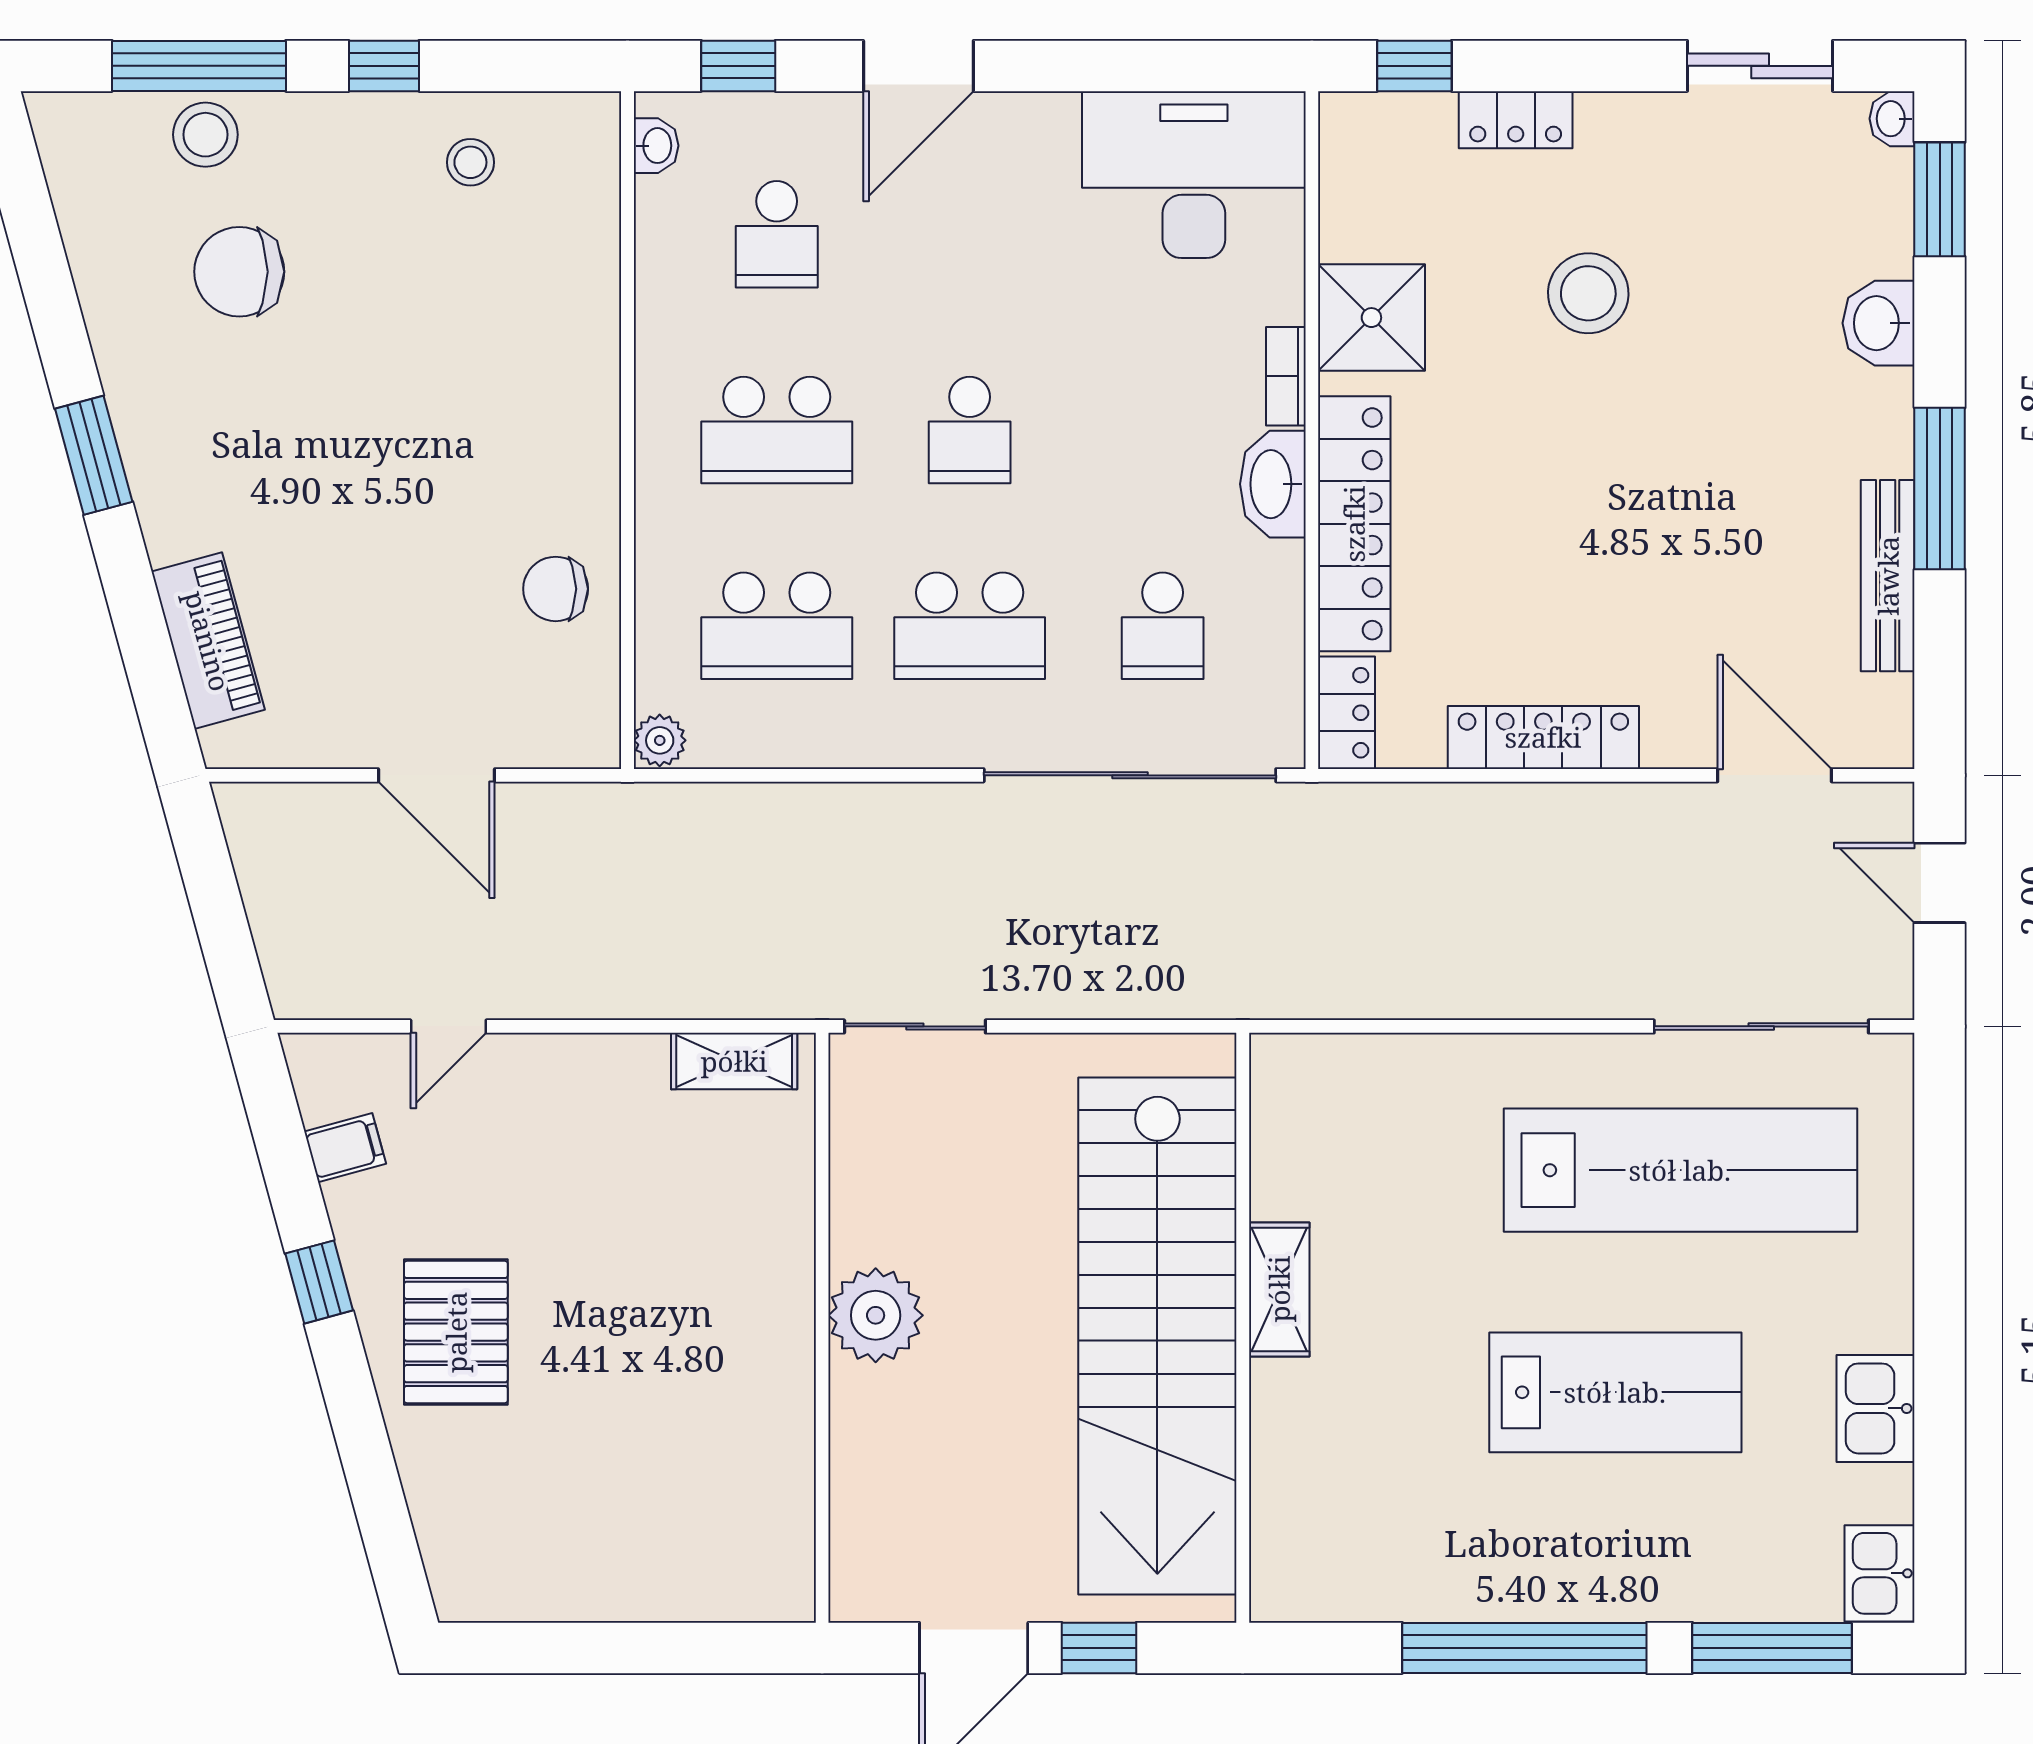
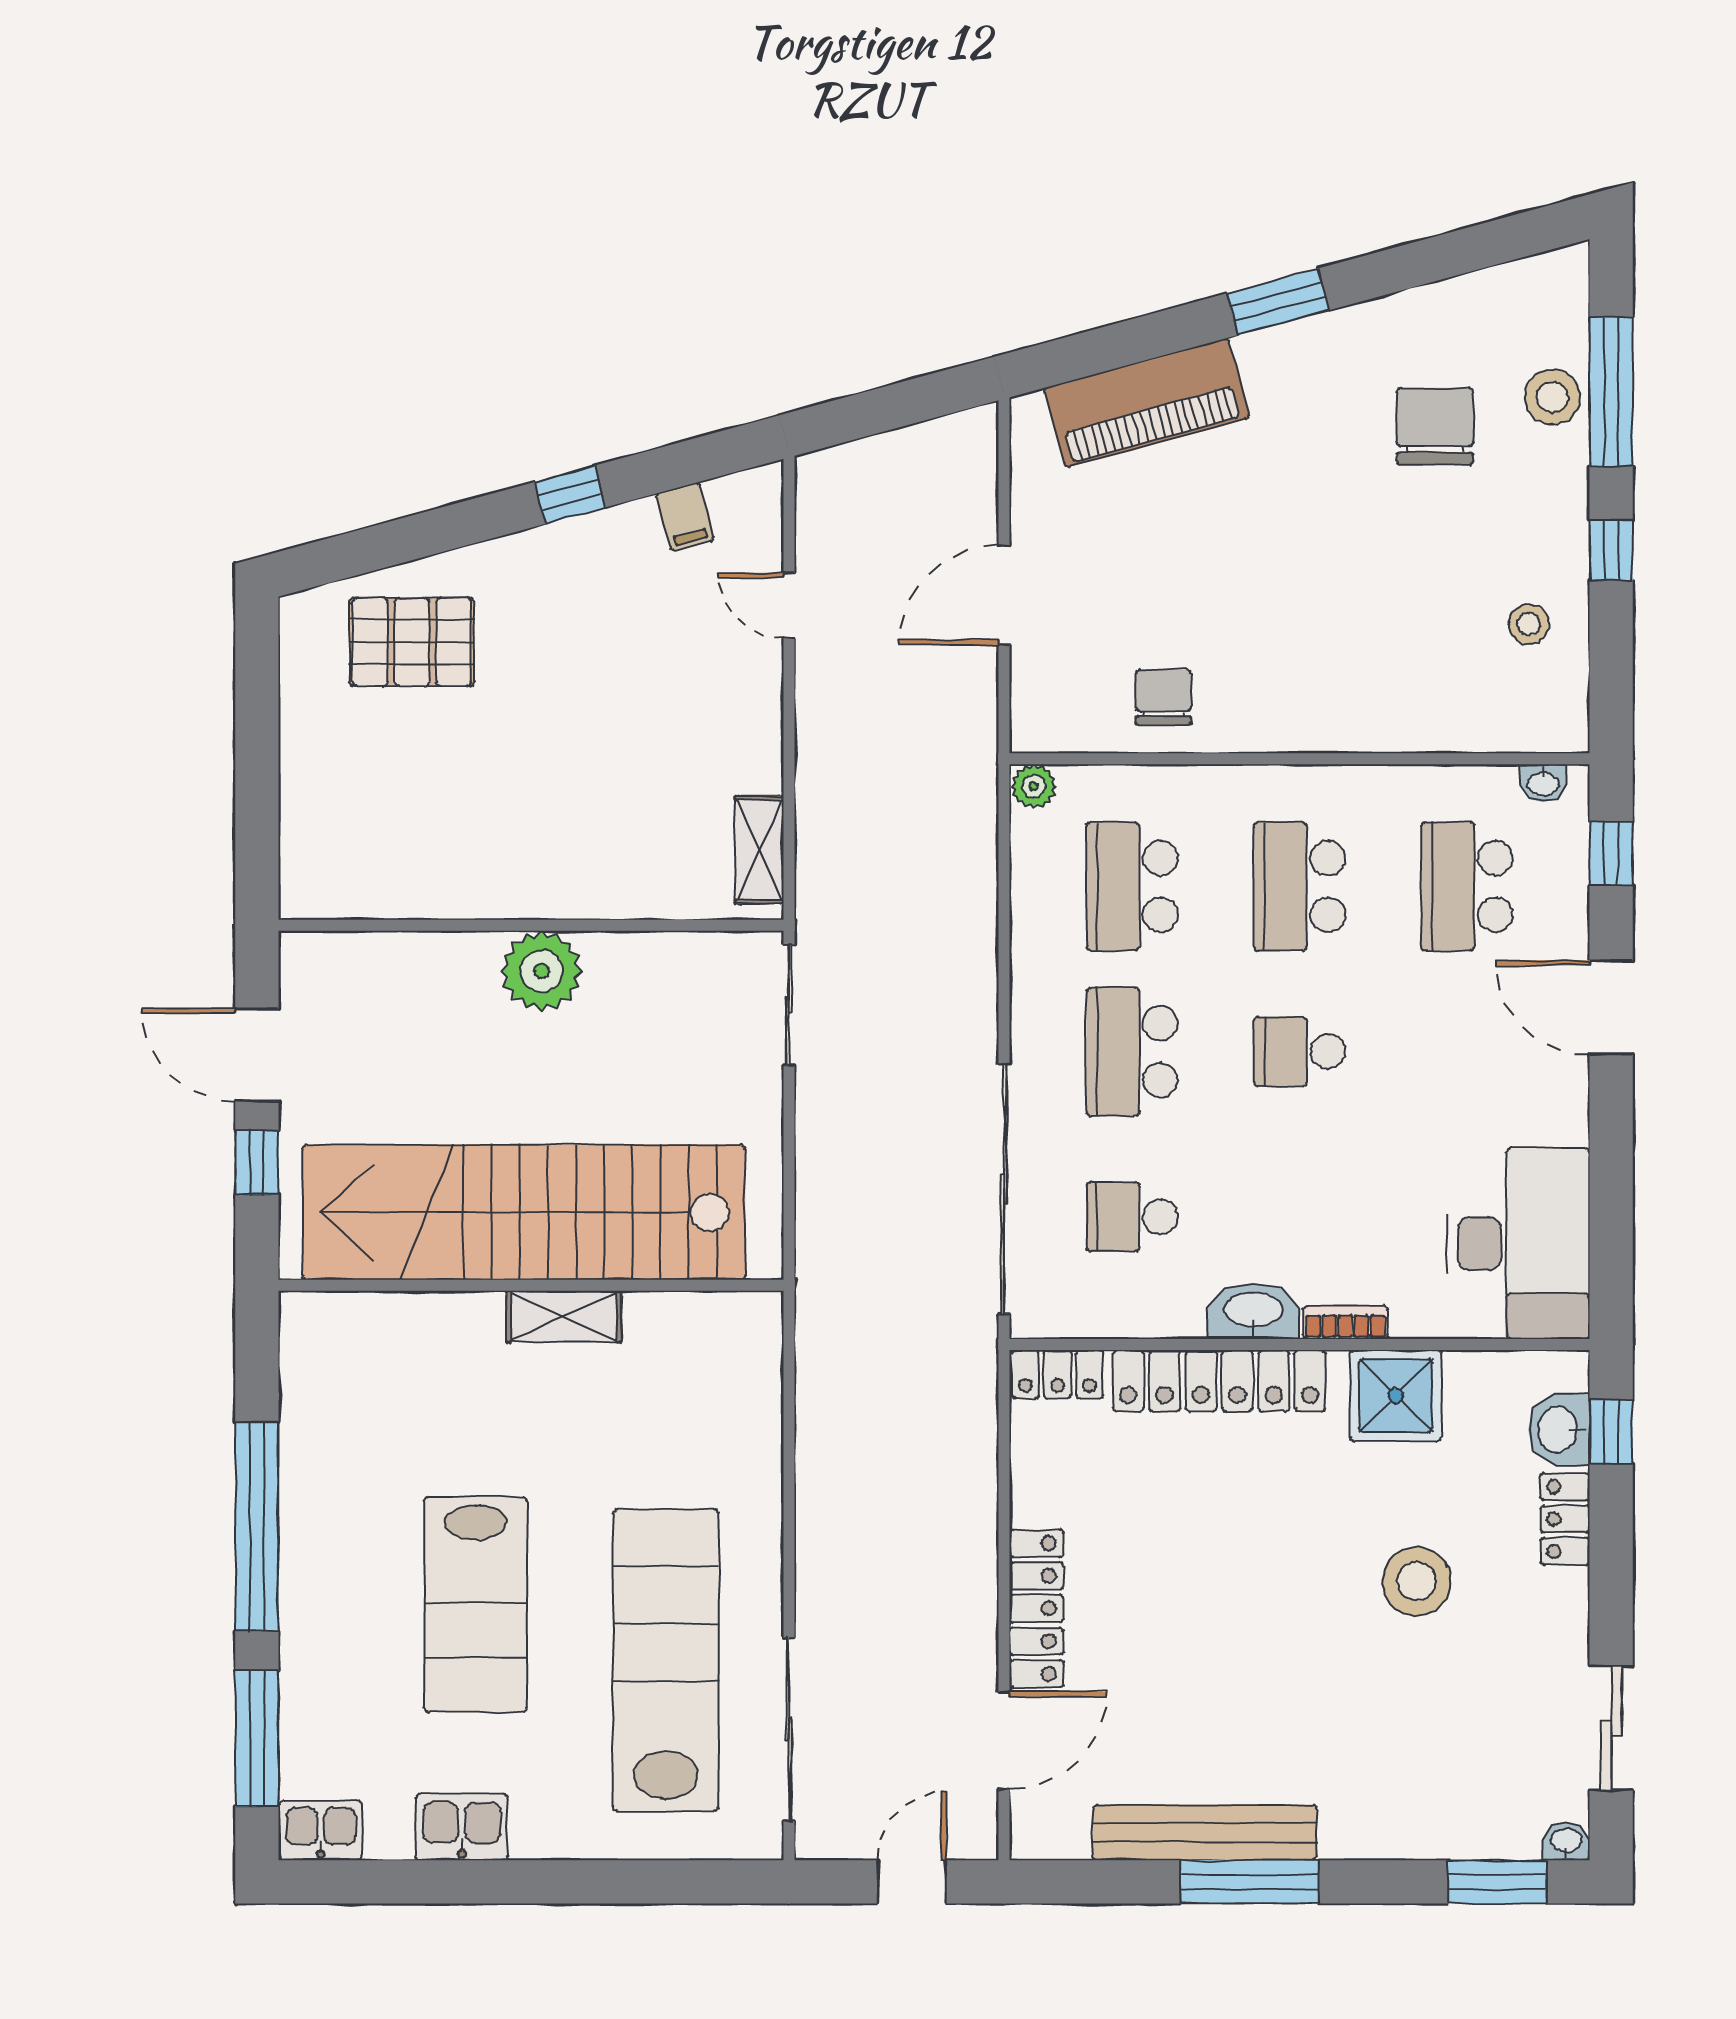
school desk: (777, 234) -> (1467, 886), width x1.85
washbasin: (1879, 323) -> (1559, 1430), moved, turned -90
bench: (1888, 576) -> (1205, 1833), width x1.37, depth x1.21
piano: (208, 641) -> (1147, 403), width x1.37, depth x1.33
locker: (1543, 737) -> (1036, 1609), moved
lab bench: (1680, 1170) -> (666, 1660), turned 180
pallet: (456, 1332) -> (412, 642), moved

